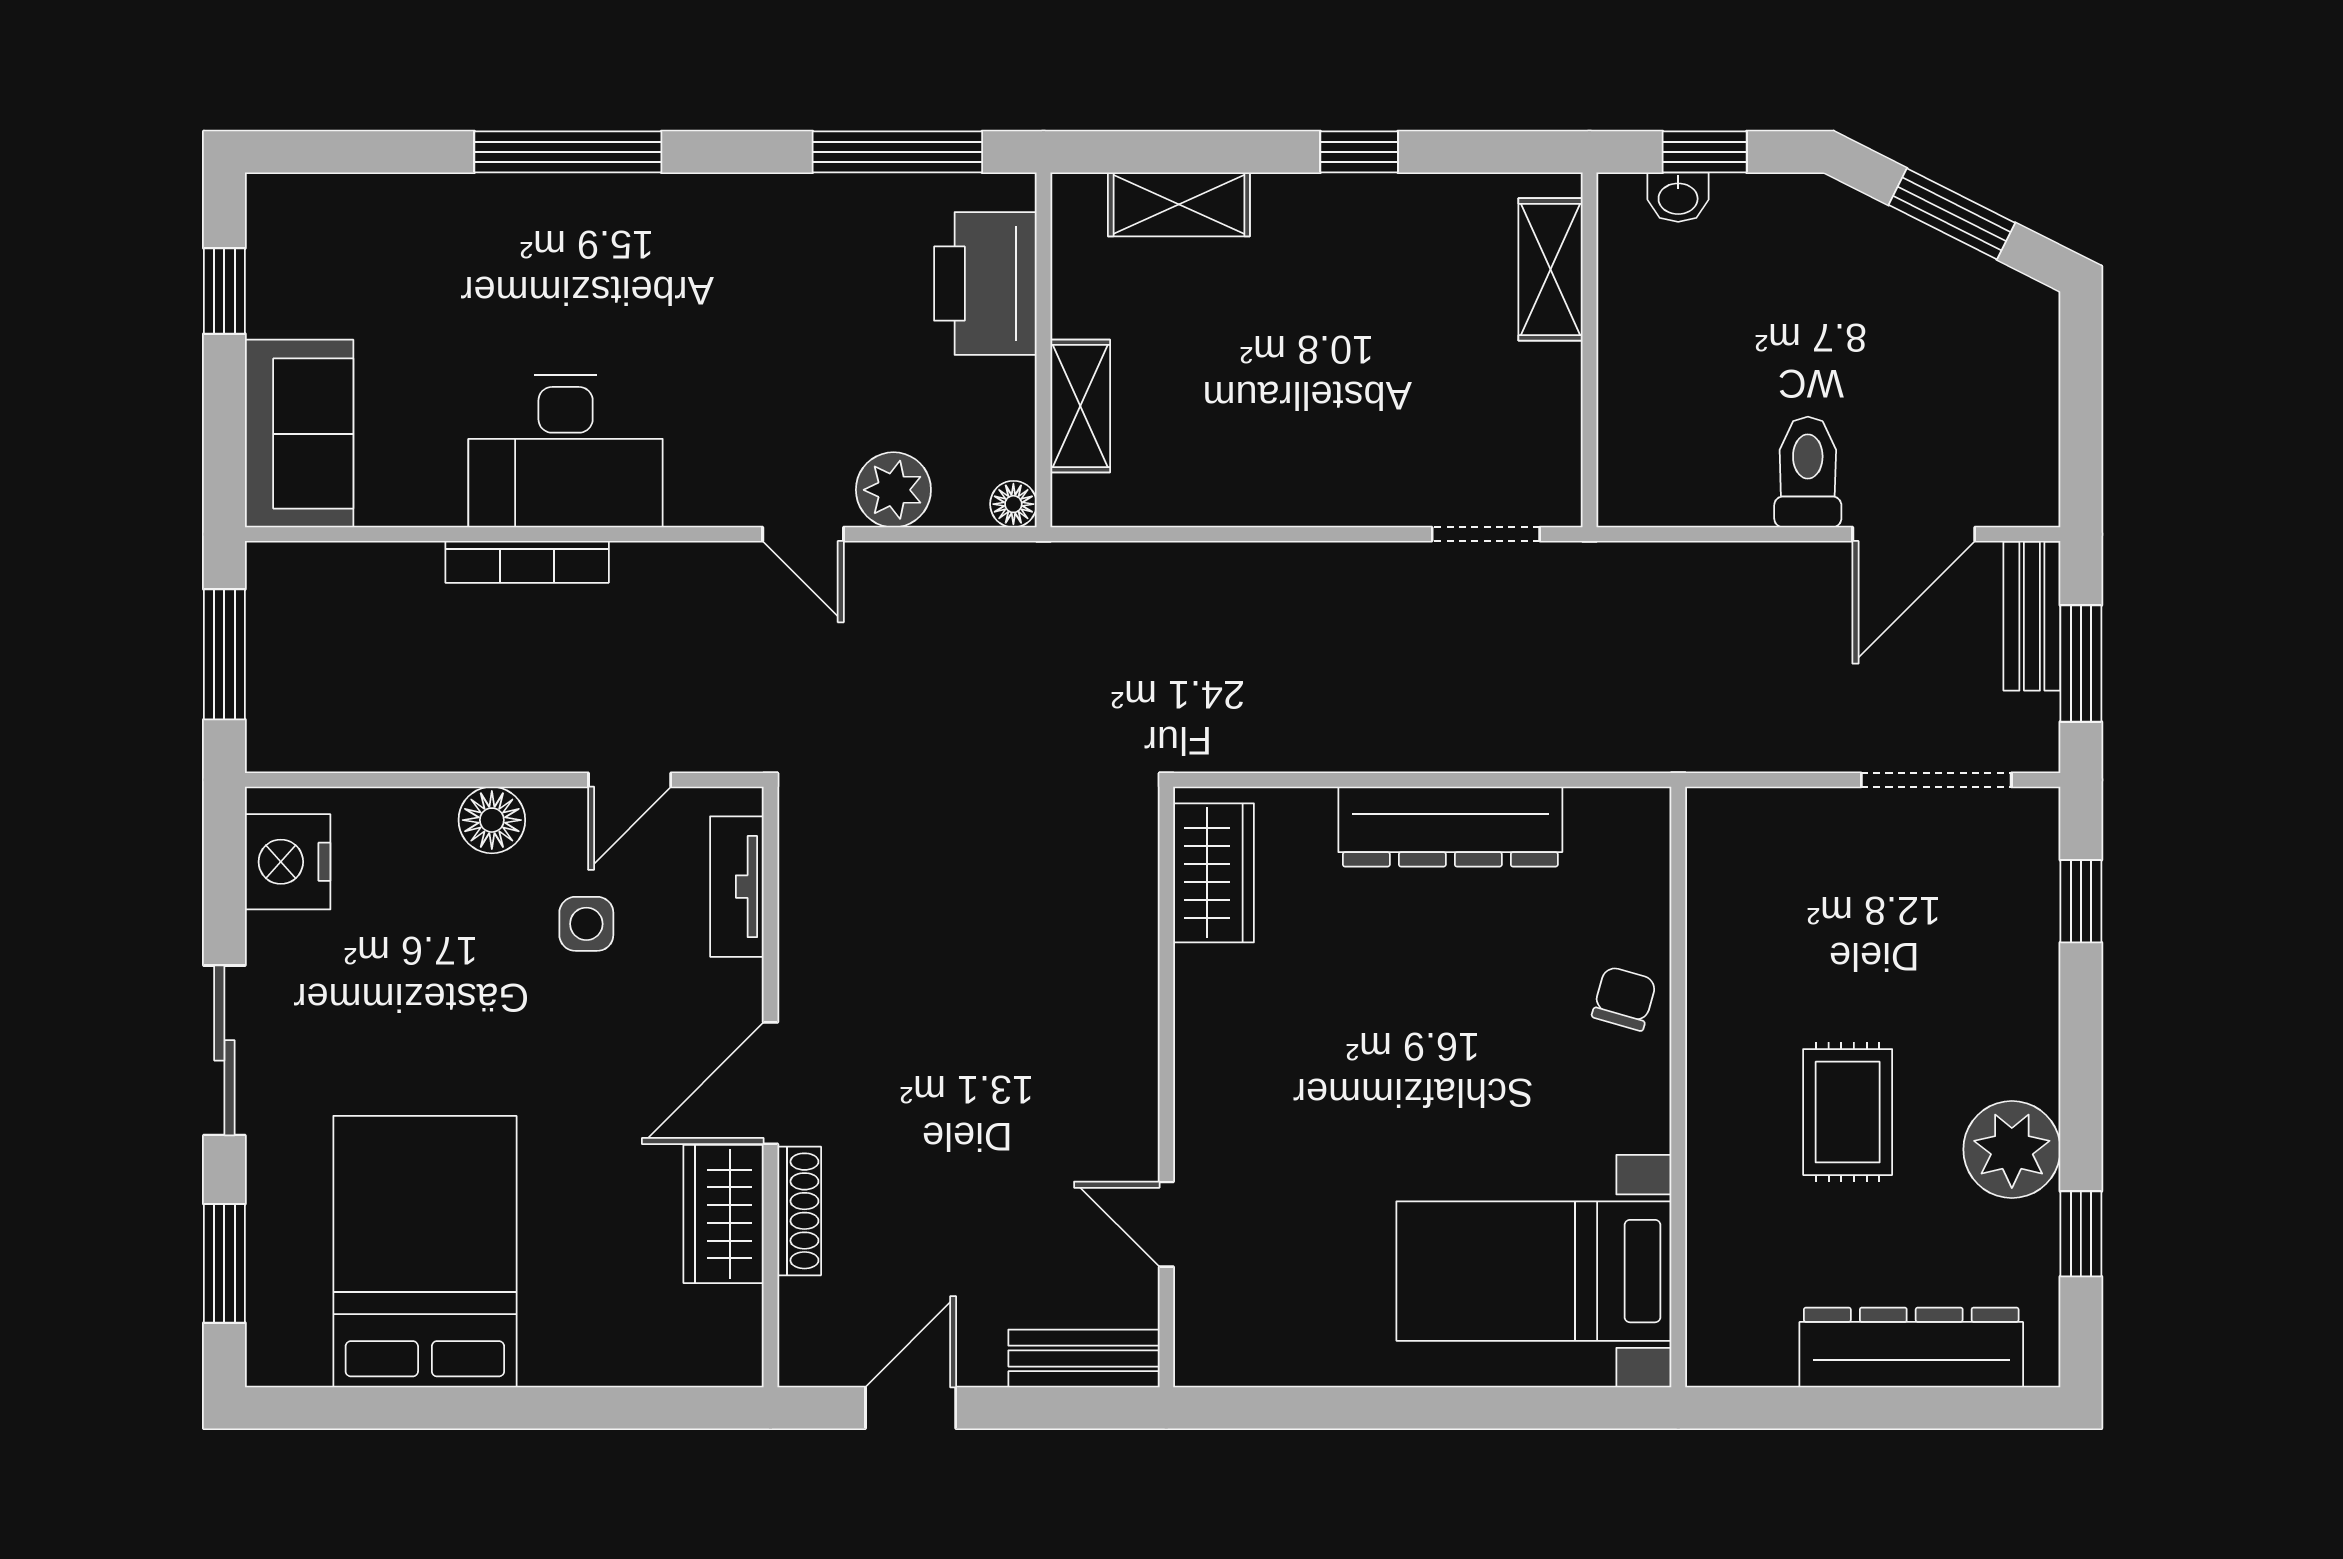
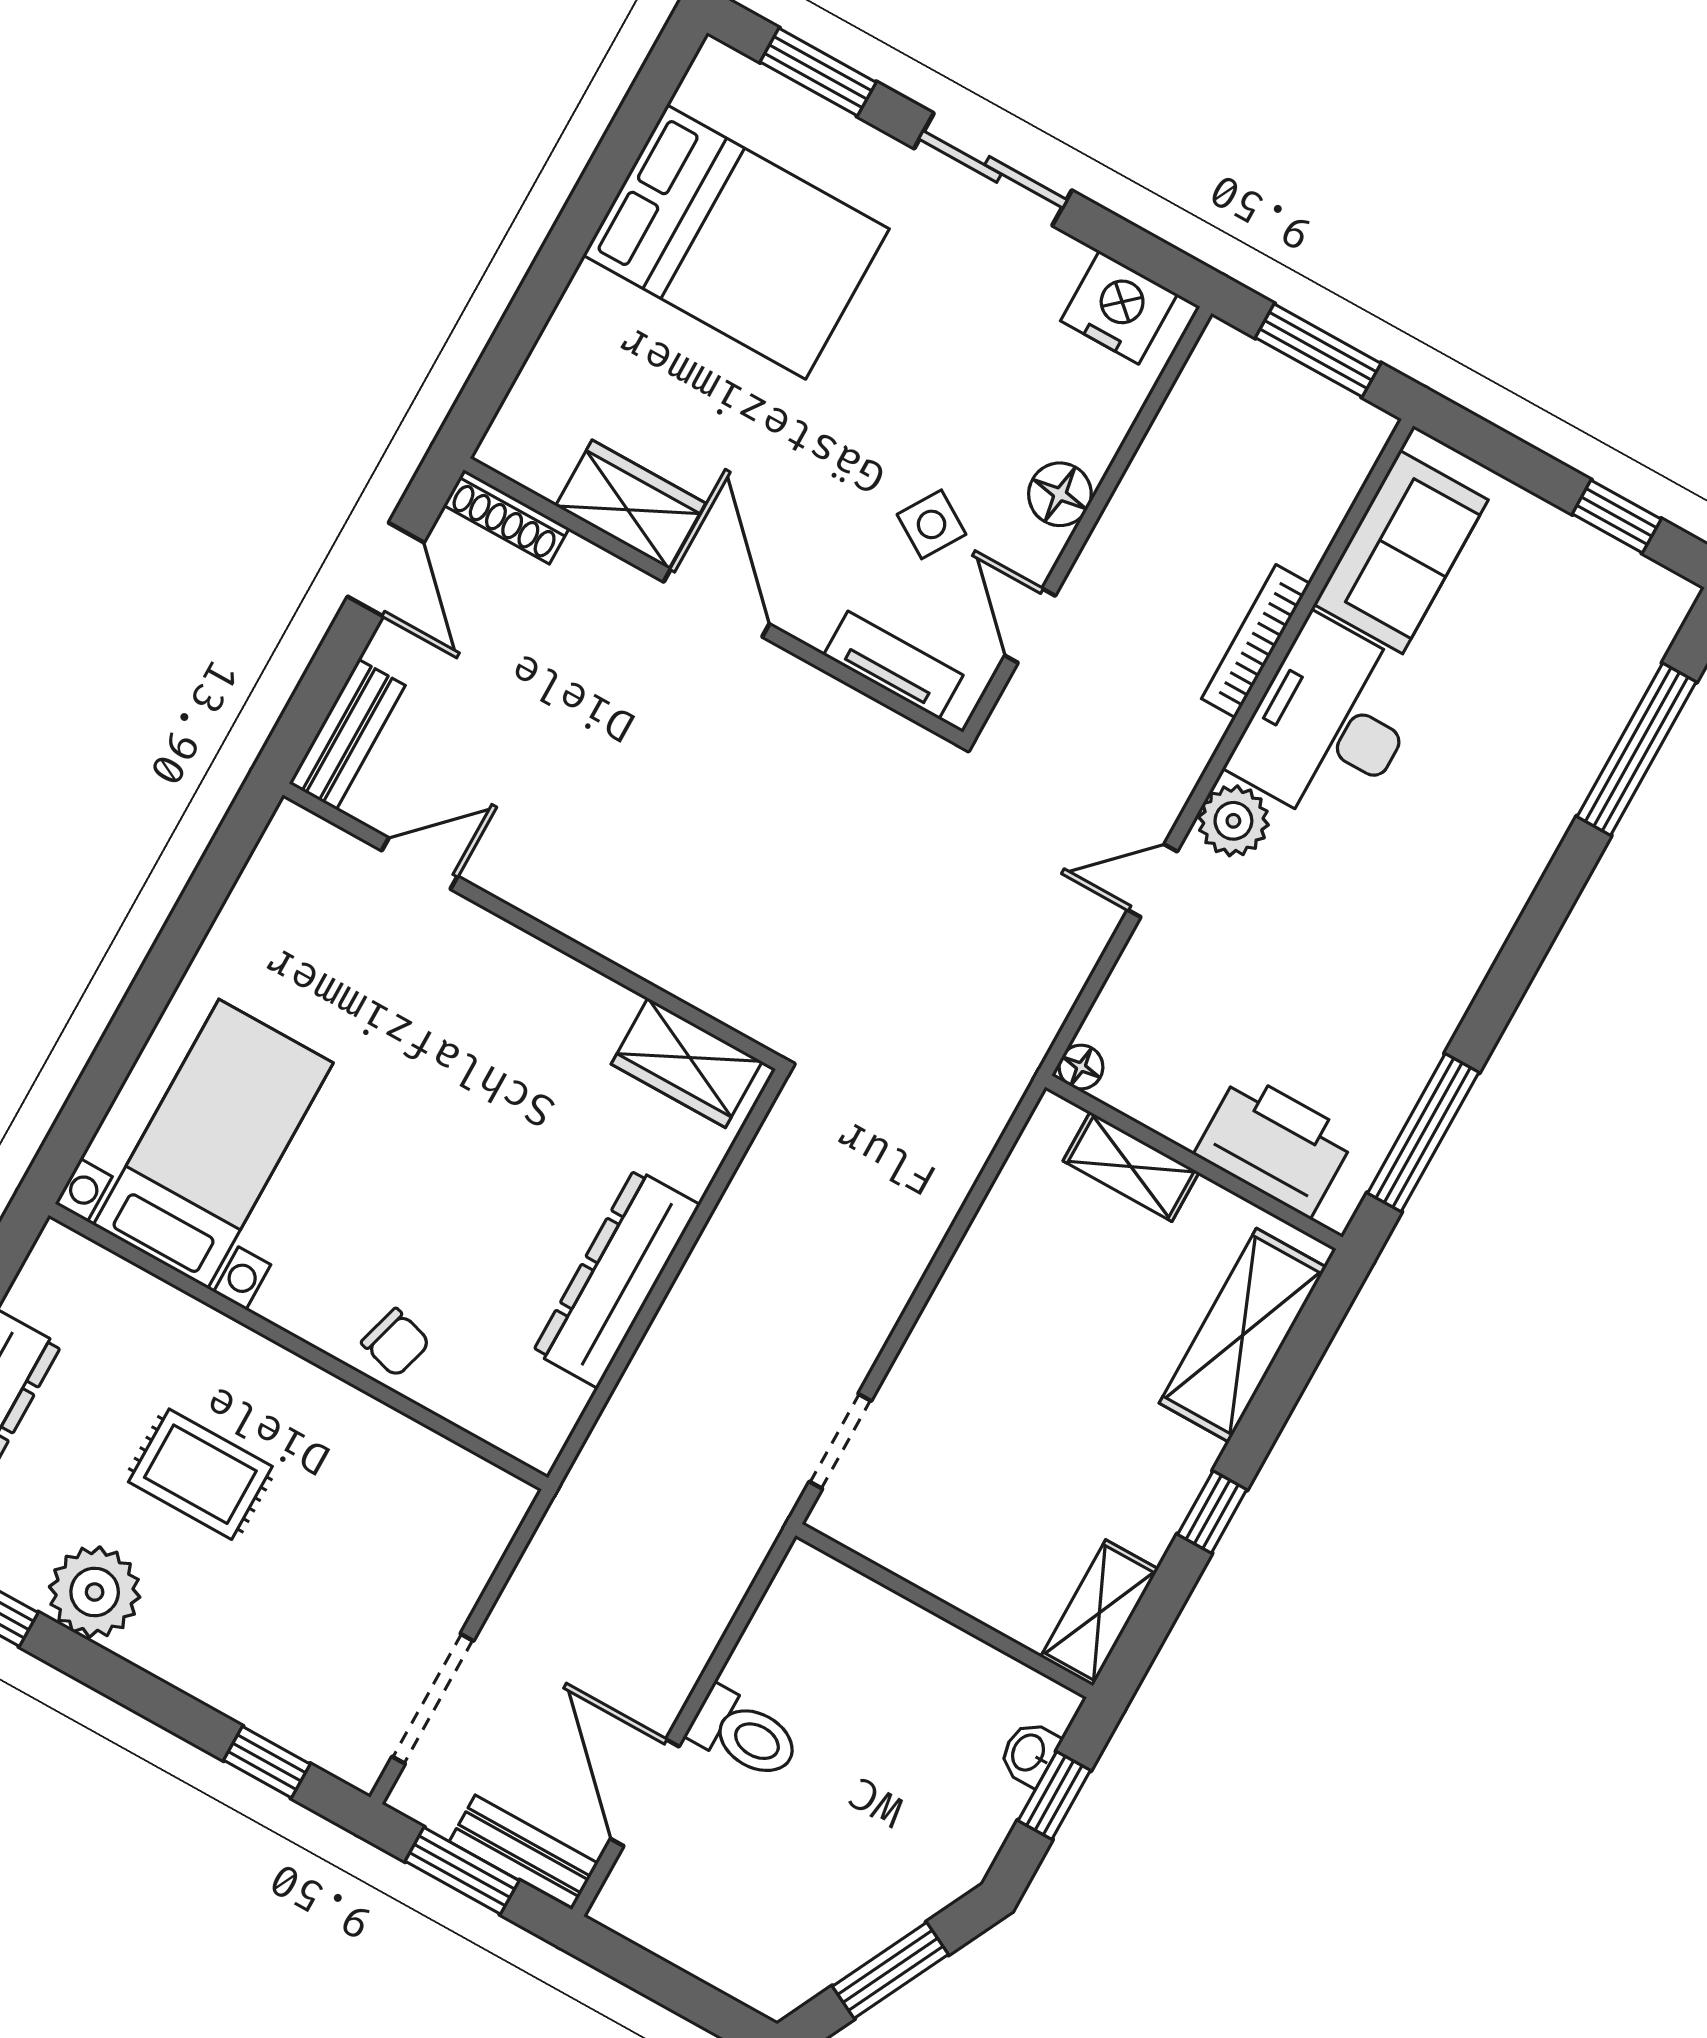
window: (568, 152) -> (1637, 749), moved
shelving: (1179, 204) -> (1243, 1335), width x1.50, depth x1.33
shelving: (1551, 269) -> (1099, 1613), moved, turned 90
sofa: (299, 434) -> (1401, 552), moved, turned -90
plant: (893, 490) -> (1233, 821), moved
side table: (586, 924) -> (932, 524), turned 32
shoe rack: (799, 1211) -> (506, 517), moved

